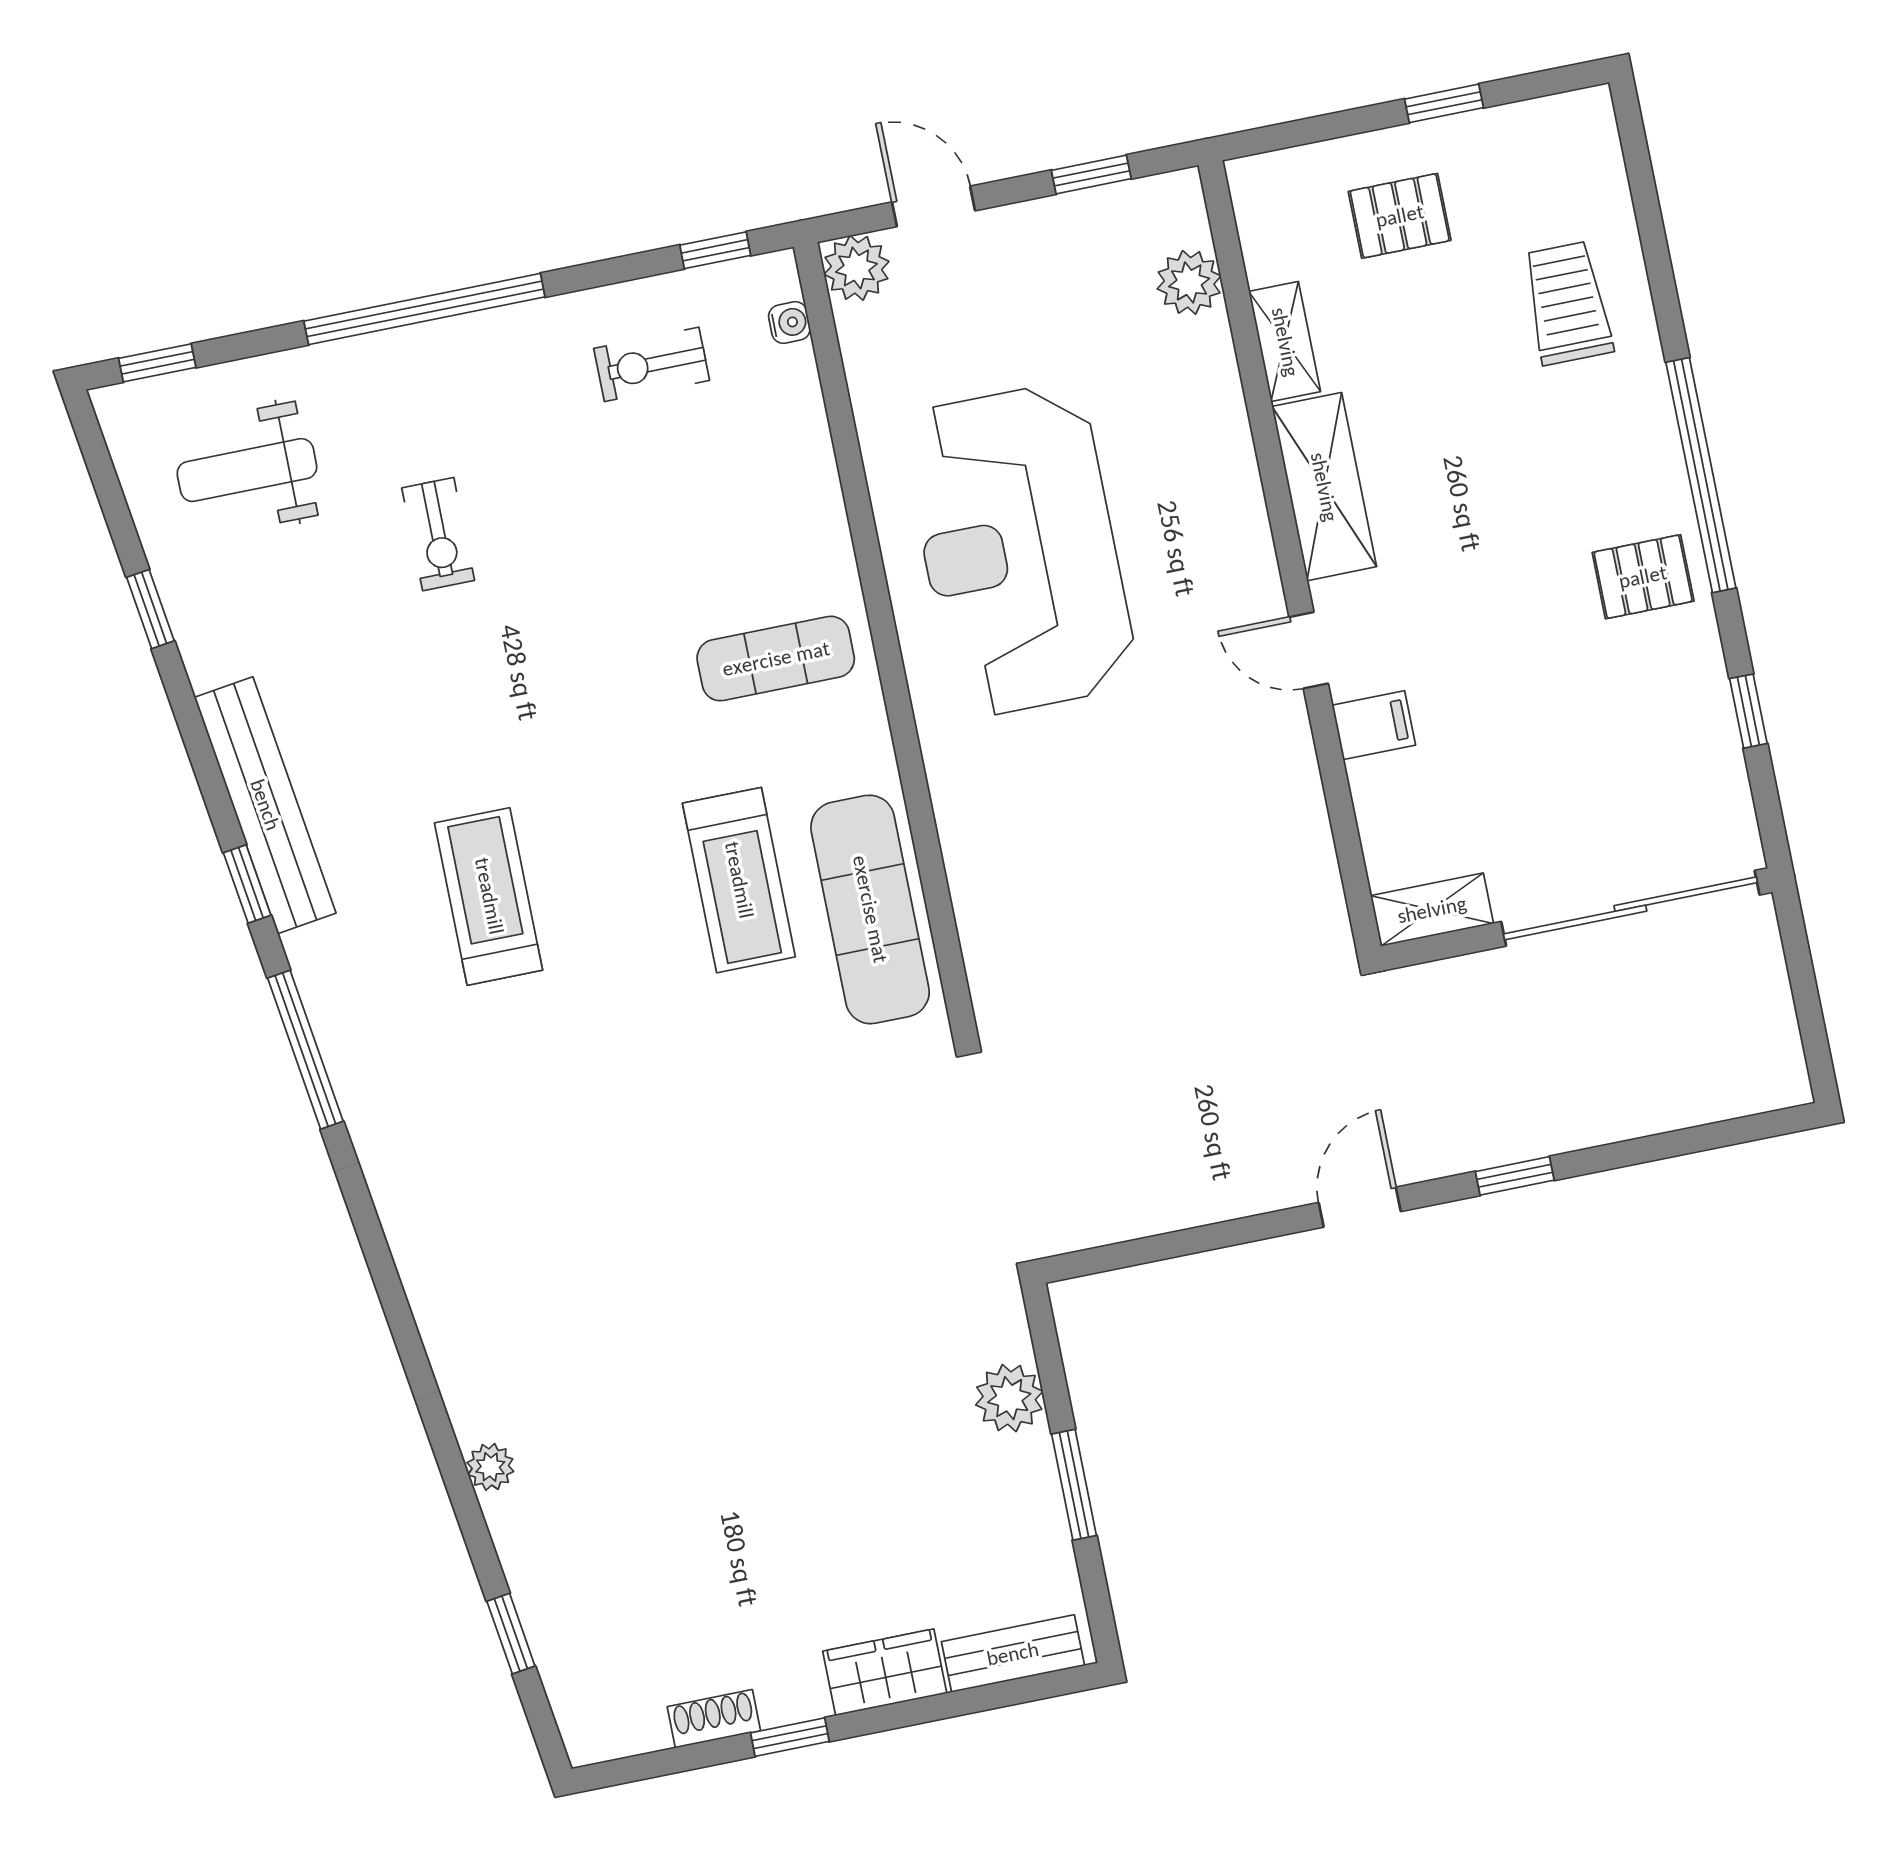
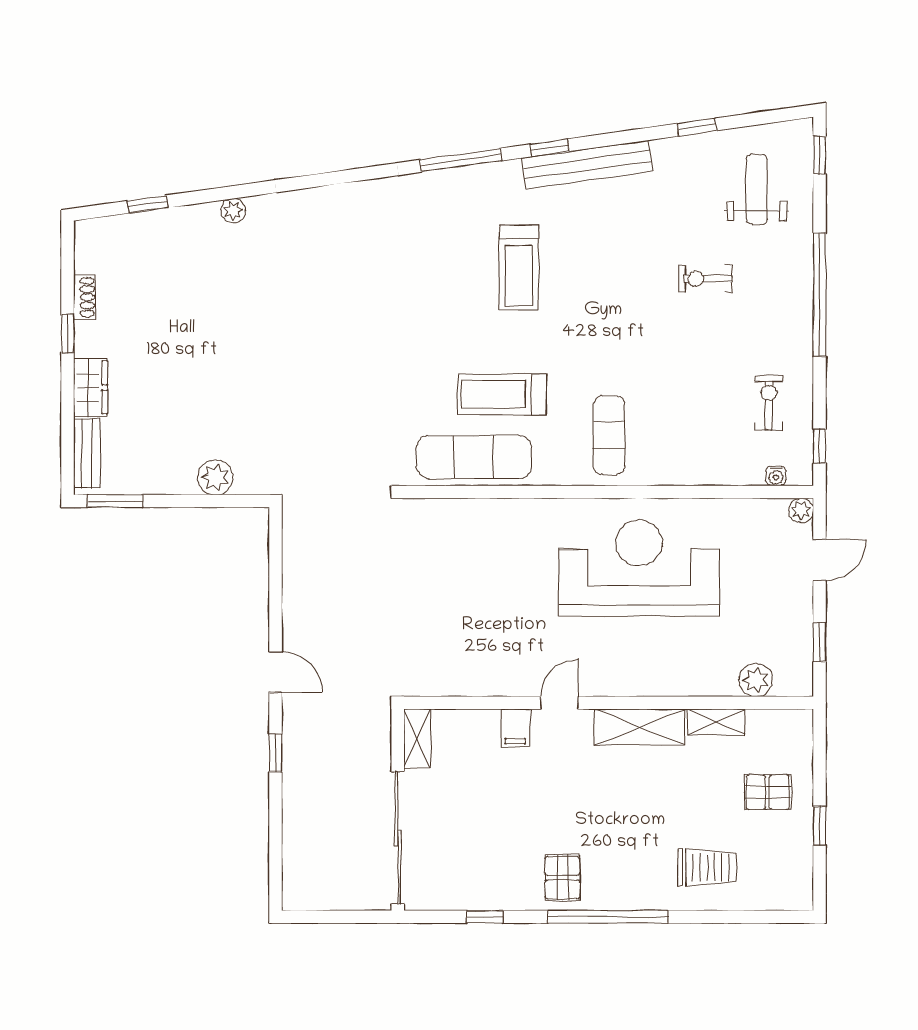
pallet: (1400, 216) -> (768, 792), turned 90
plant: (856, 268) -> (801, 510), width x0.73, depth x0.73
treadmill: (489, 896) -> (519, 267), turned 90
window: (1074, 1485) -> (115, 501), moved

